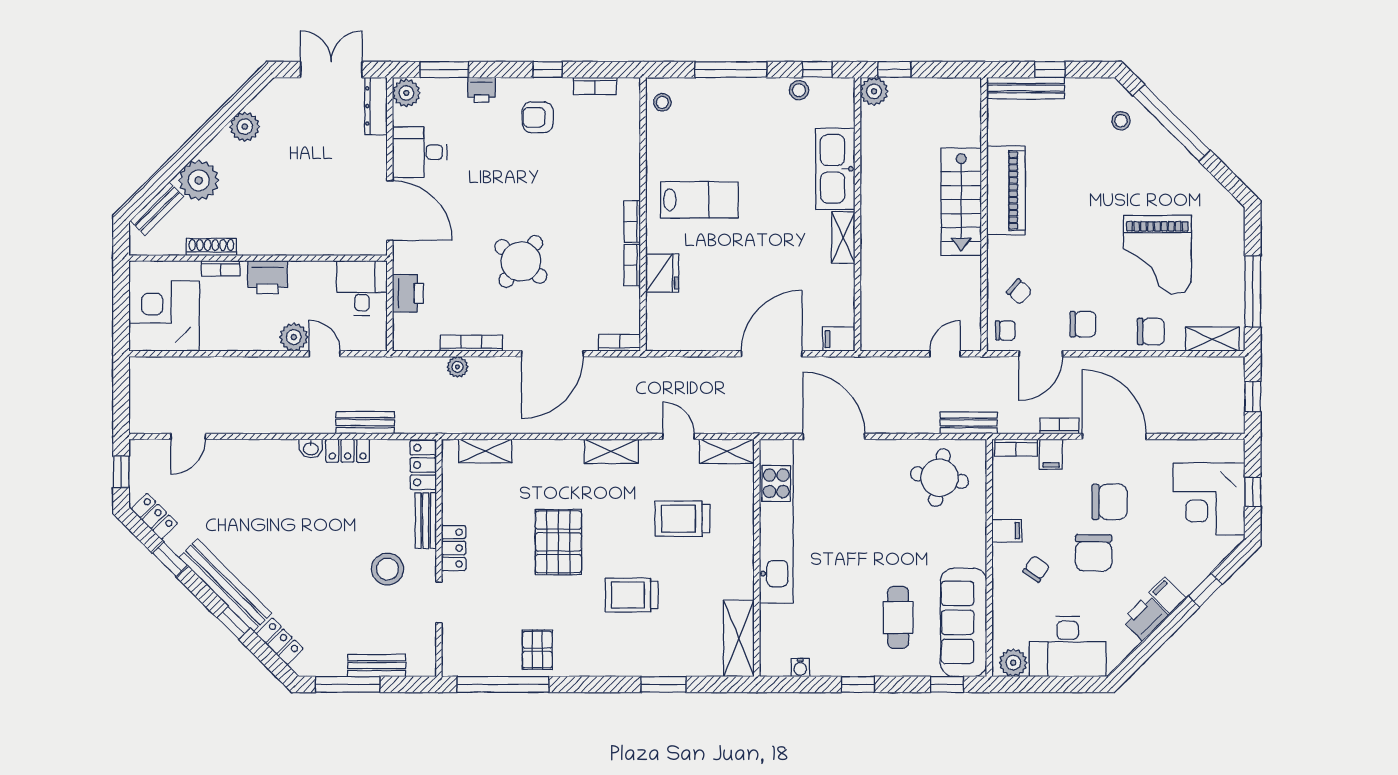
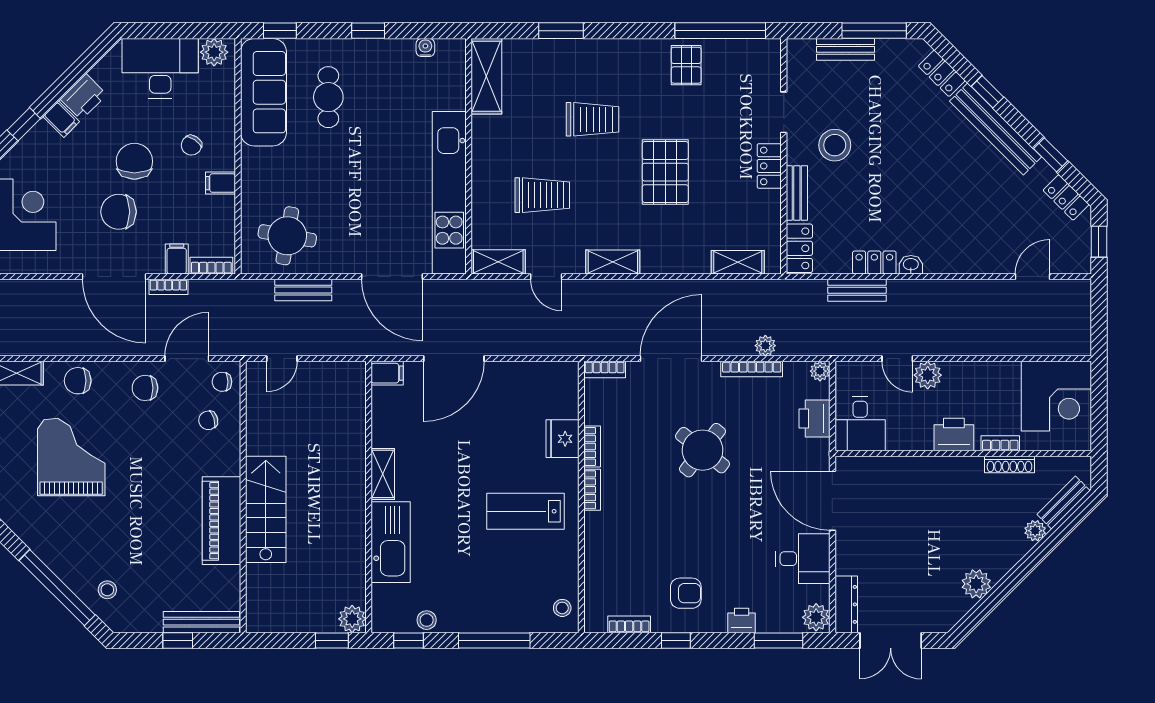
plant: (199, 180) -> (1035, 531), width x0.53, depth x0.53
chair: (1019, 292) -> (208, 420), turned -59
plant: (402, 341) -> (820, 371), added
bench: (969, 423) -> (303, 290), moved

